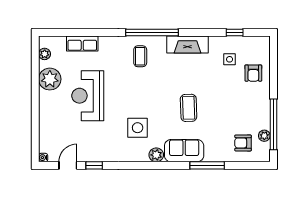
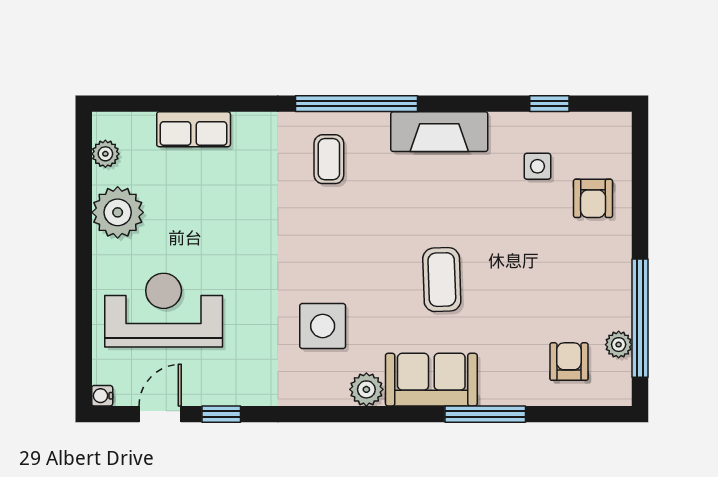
reception desk: (88, 96) -> (164, 310), moved, turned 90
armchair: (243, 143) -> (569, 362), turned 90

